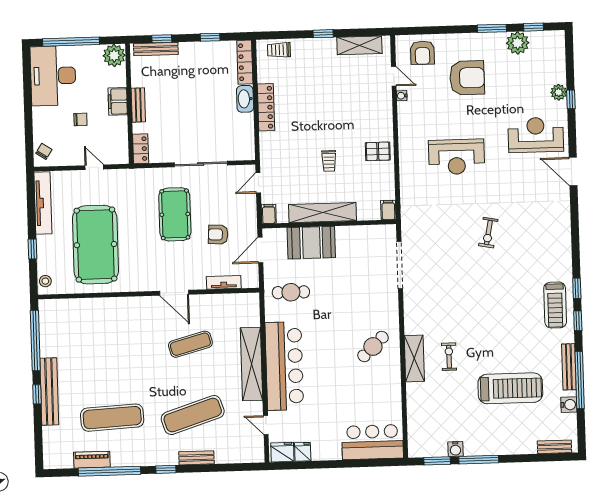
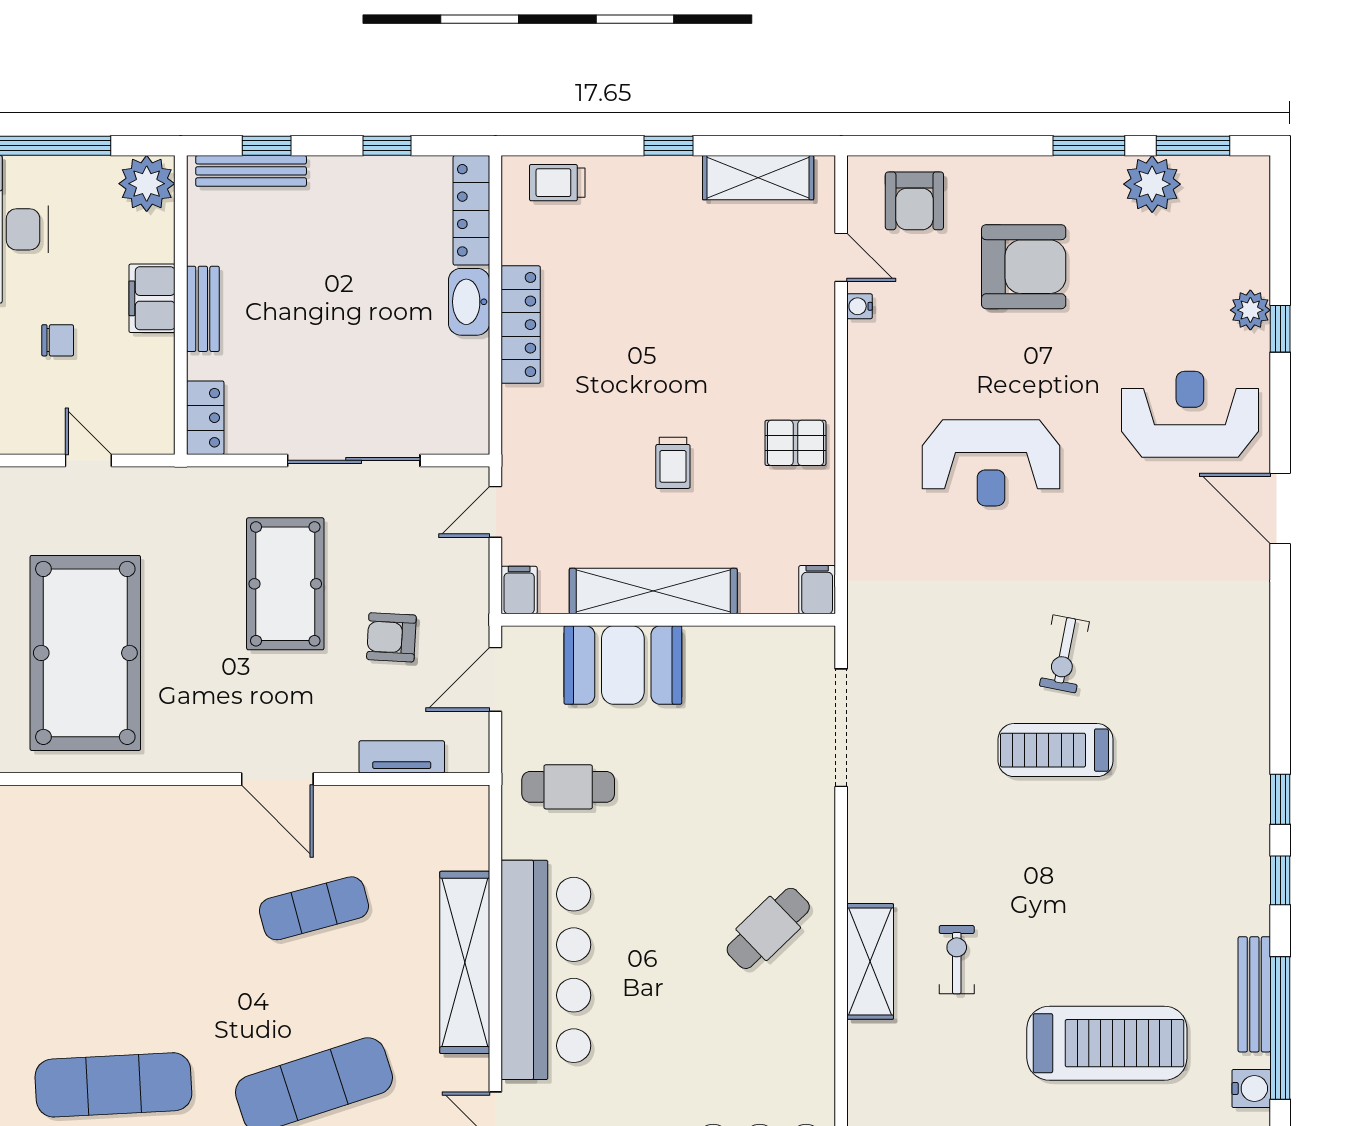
window: (534, 27) -> (1193, 146), width x1.50
treadmill: (555, 305) -> (1056, 750), moved, turned 90

